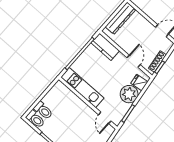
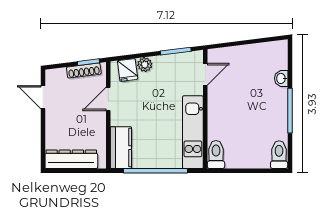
plant: (129, 94) -> (145, 65), width x0.53, depth x0.53
toilet: (43, 110) -> (216, 155), moved

